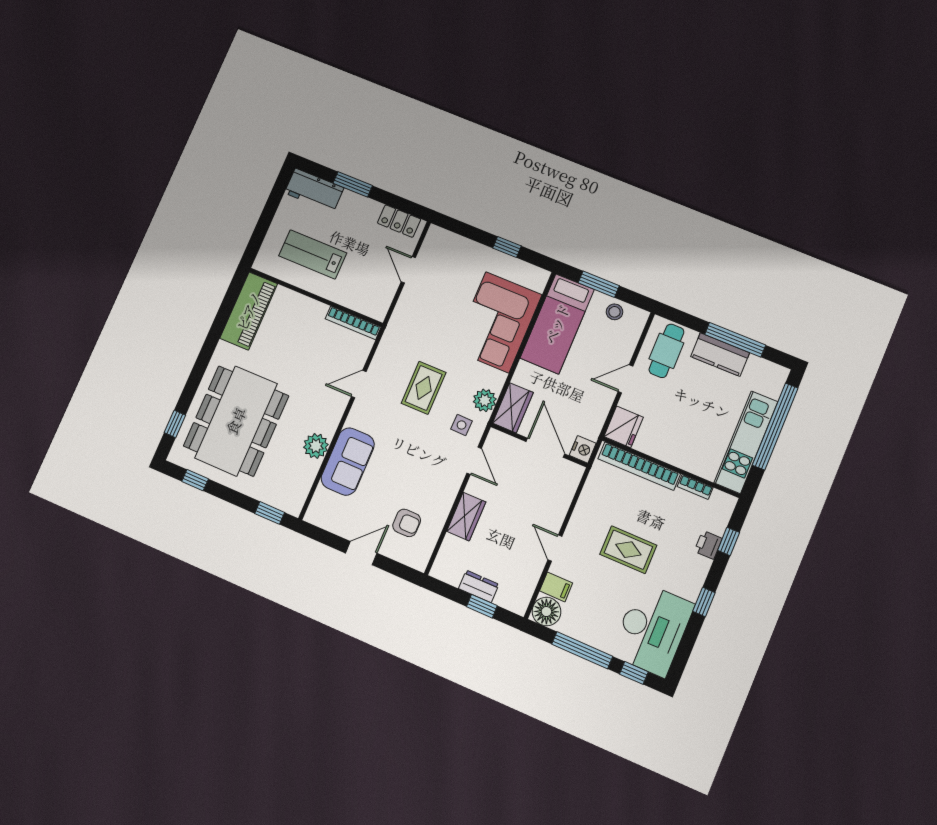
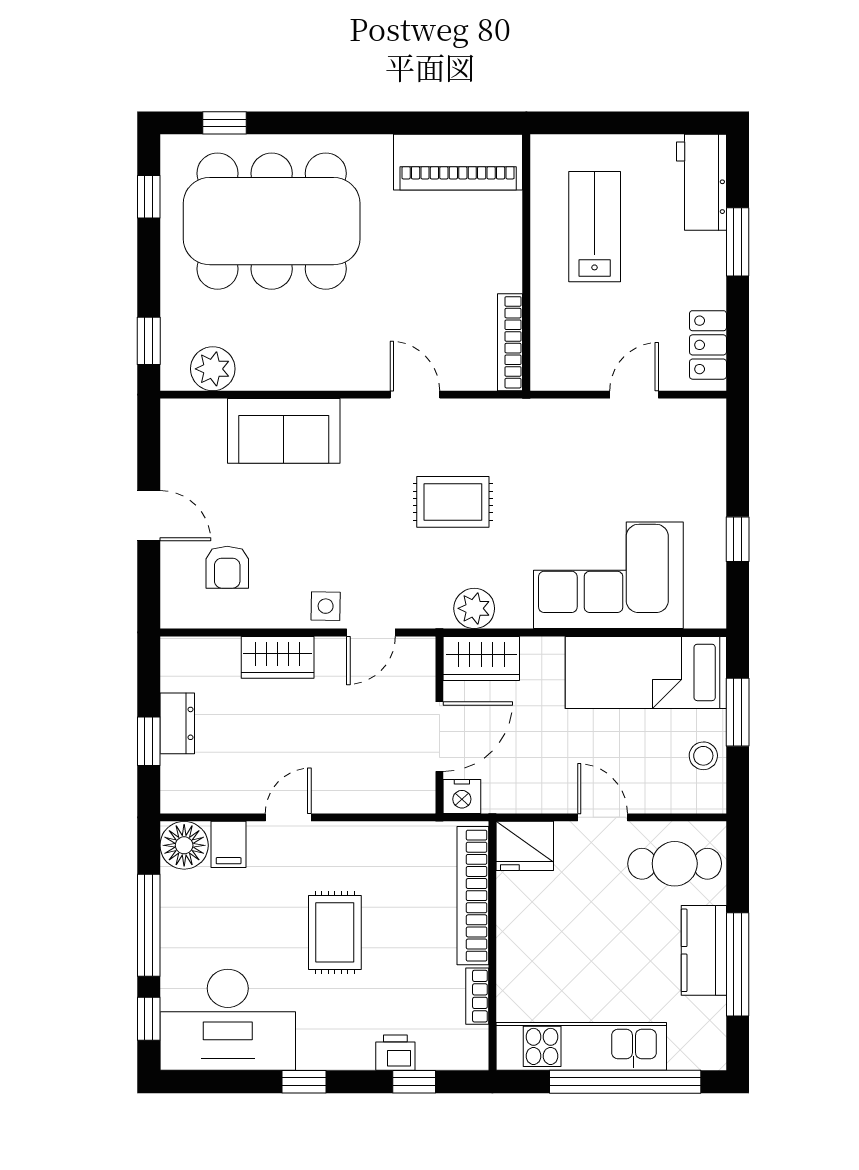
side table: (462, 425) -> (326, 606), moved
plant: (316, 446) -> (213, 369), moved

